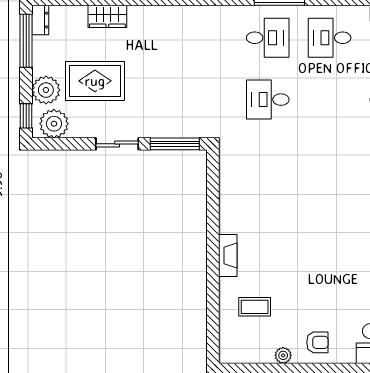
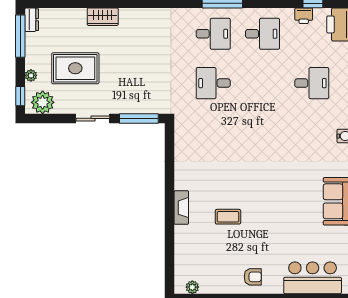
wardrobe: (107, 16) -> (103, 17), moved
desk: (330, 38) -> (262, 34), turned 180
plant: (46, 90) -> (31, 75), width x0.53, depth x0.53
coffee table: (255, 307) -> (228, 217), moved
plant: (283, 355) -> (192, 287), moved

